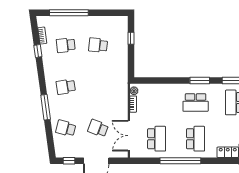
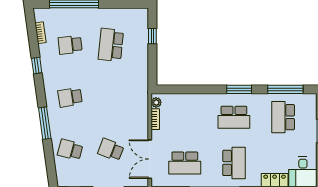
school desk: (98, 45) -> (111, 45), width x1.85
window: (38, 51) -> (37, 66), moved
school desk: (157, 139) -> (185, 163), turned 90

